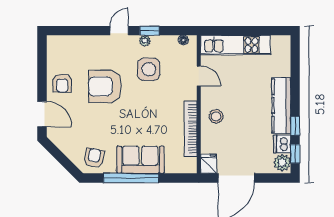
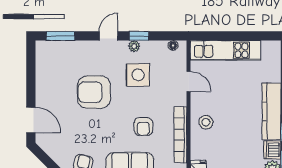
window: (72, 31) -> (61, 36), added
armchair: (62, 83) -> (143, 127), moved

